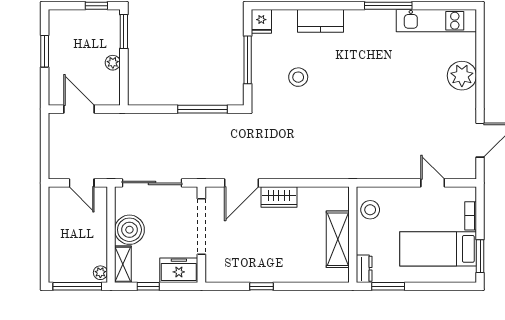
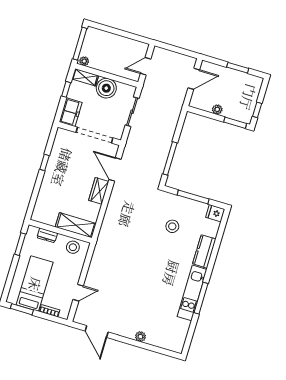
kitchen unit: (436, 21) -> (192, 293), moved
plant: (462, 76) -> (140, 337), width x0.53, depth x0.53
sliding door: (152, 183) -> (132, 112), width x0.73
shelving: (338, 239) -> (76, 225), moved
dresser: (364, 269) -> (47, 235), moved

